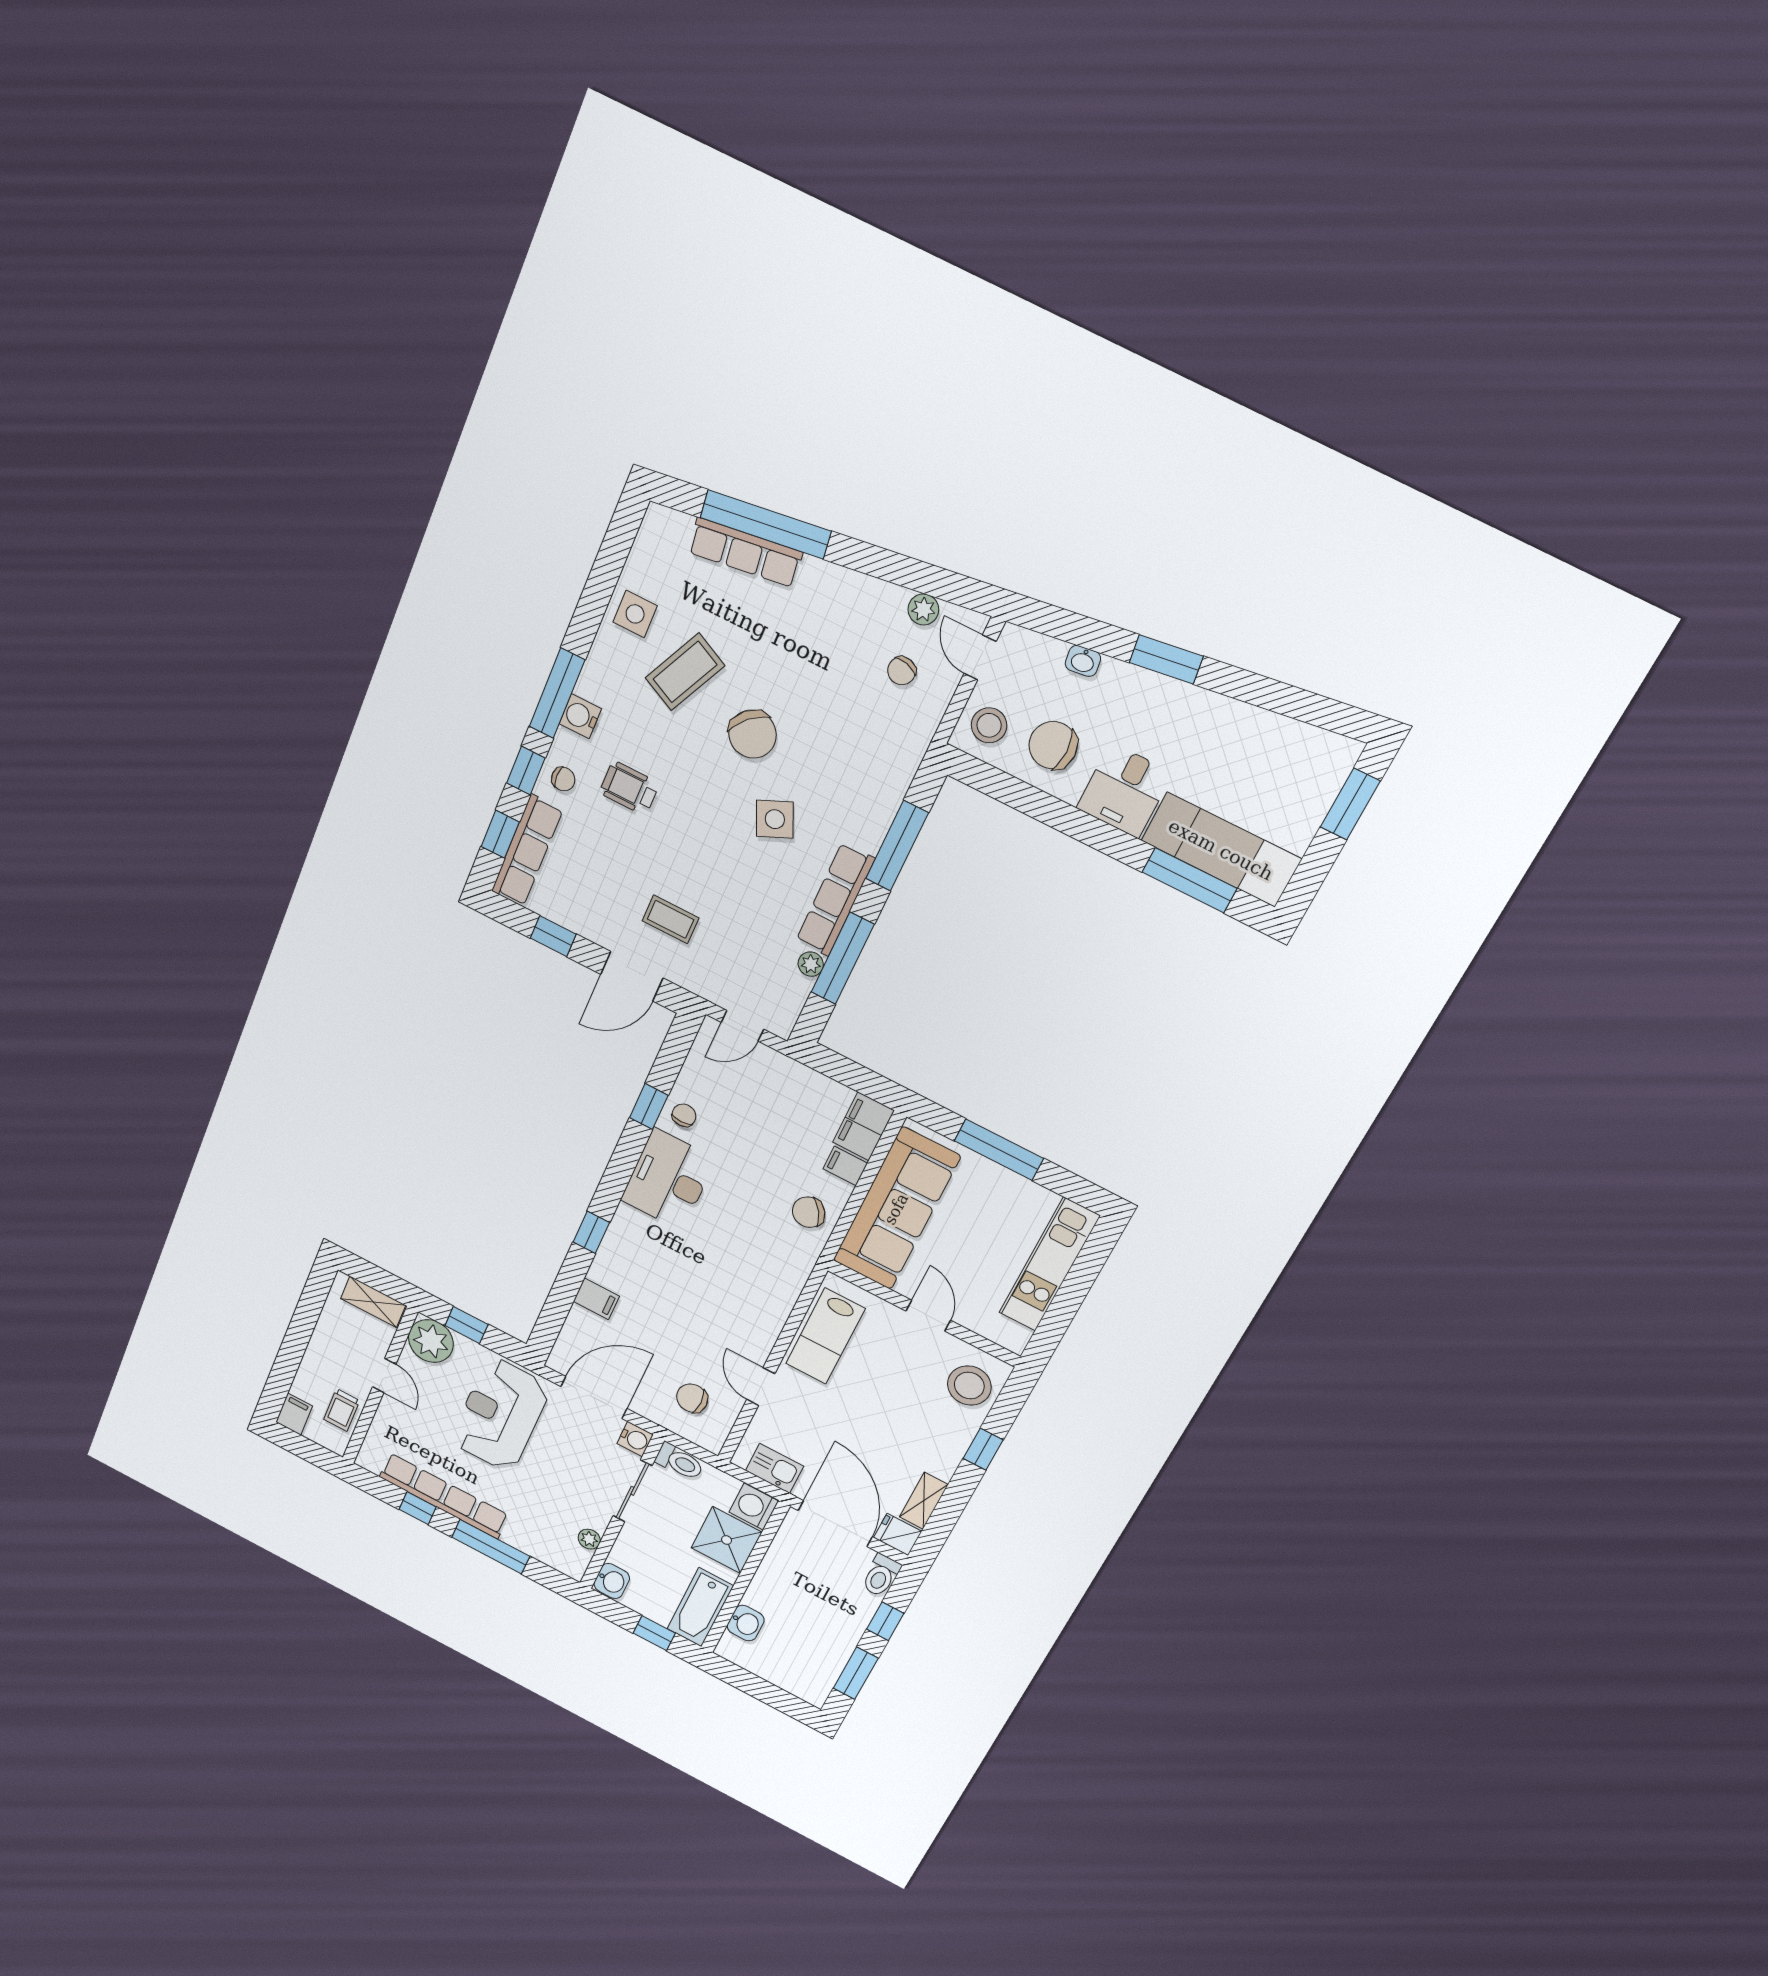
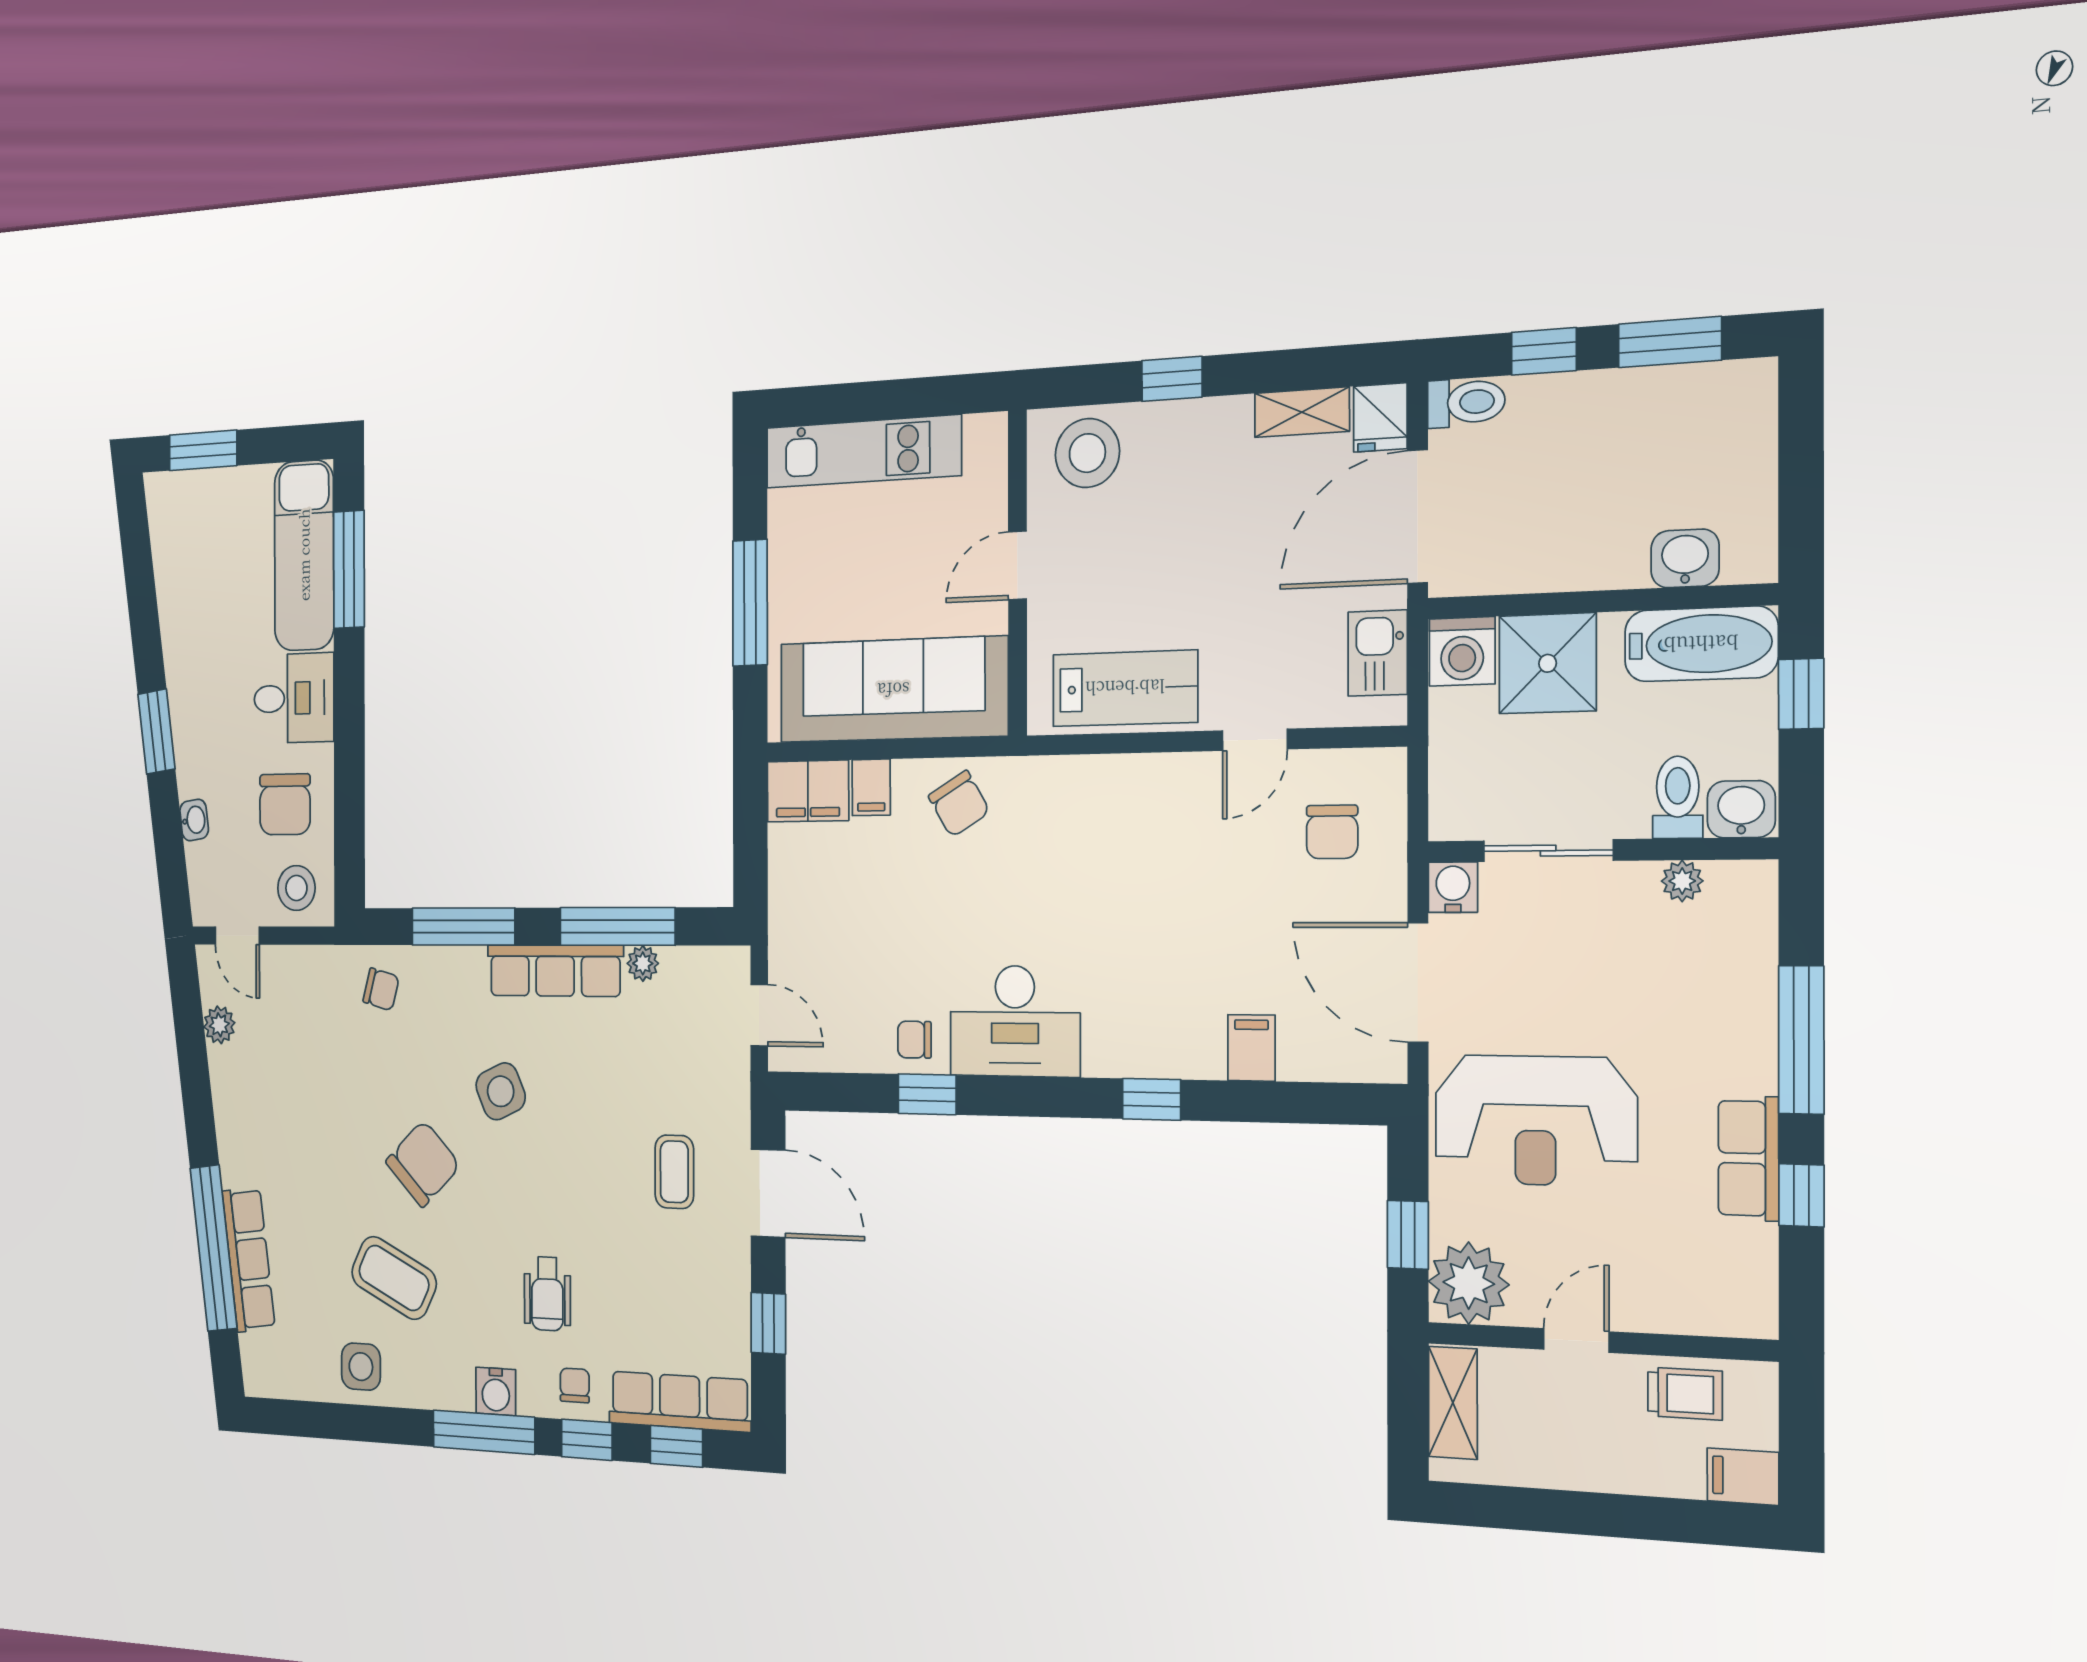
door: (980, 657) -> (237, 936), hinge flipped
chair: (902, 671) -> (381, 989), moved
toilet: (679, 1462) -> (1678, 797), moved
row of seats: (444, 1496) -> (1748, 1158), width x0.50

